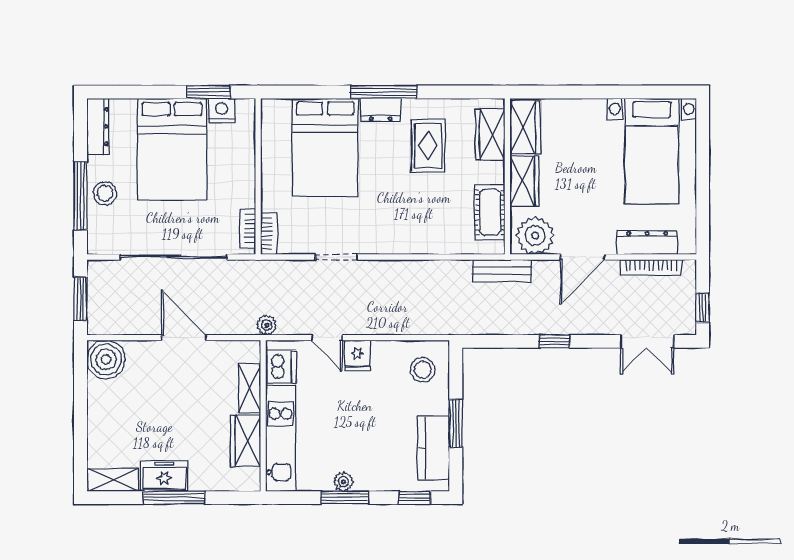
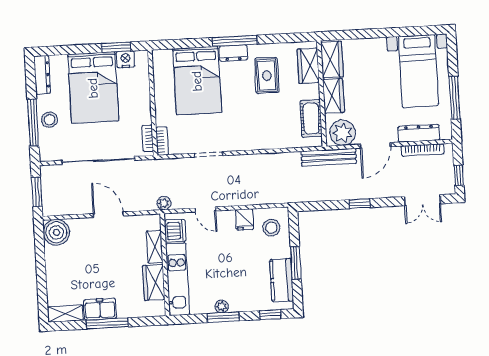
window: (703, 193) -> (455, 98), added
bench: (502, 271) -> (329, 157), width x1.36
fridge: (357, 355) -> (245, 219), moved

